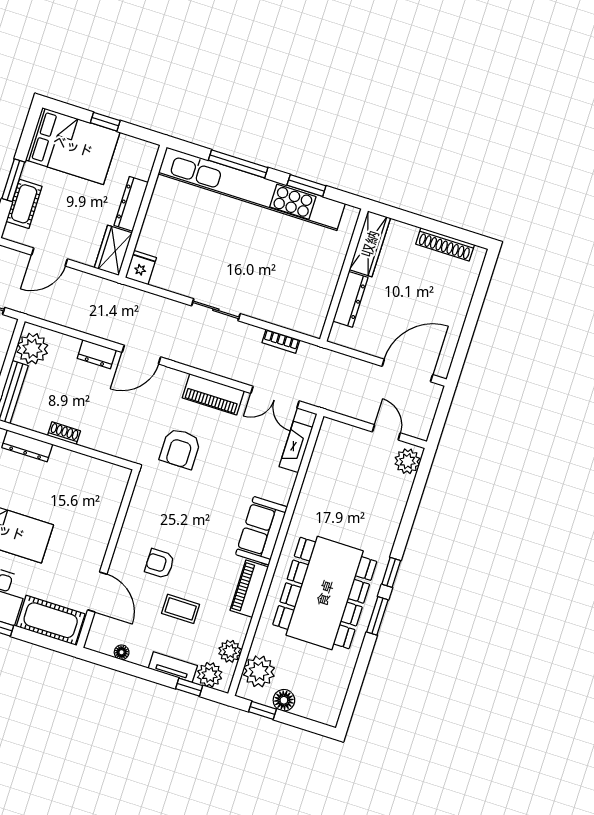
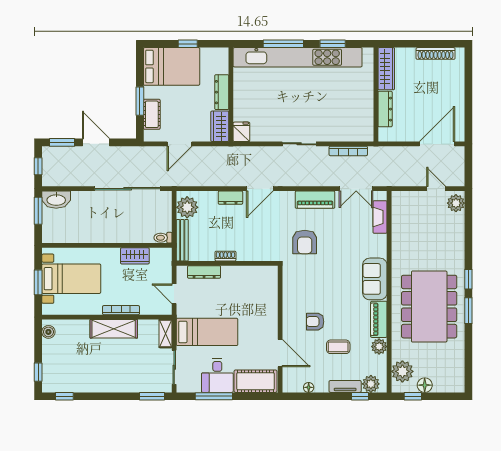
bookcase: (281, 341) -> (348, 151), width x1.56
plant: (230, 651) -> (379, 347), moved

